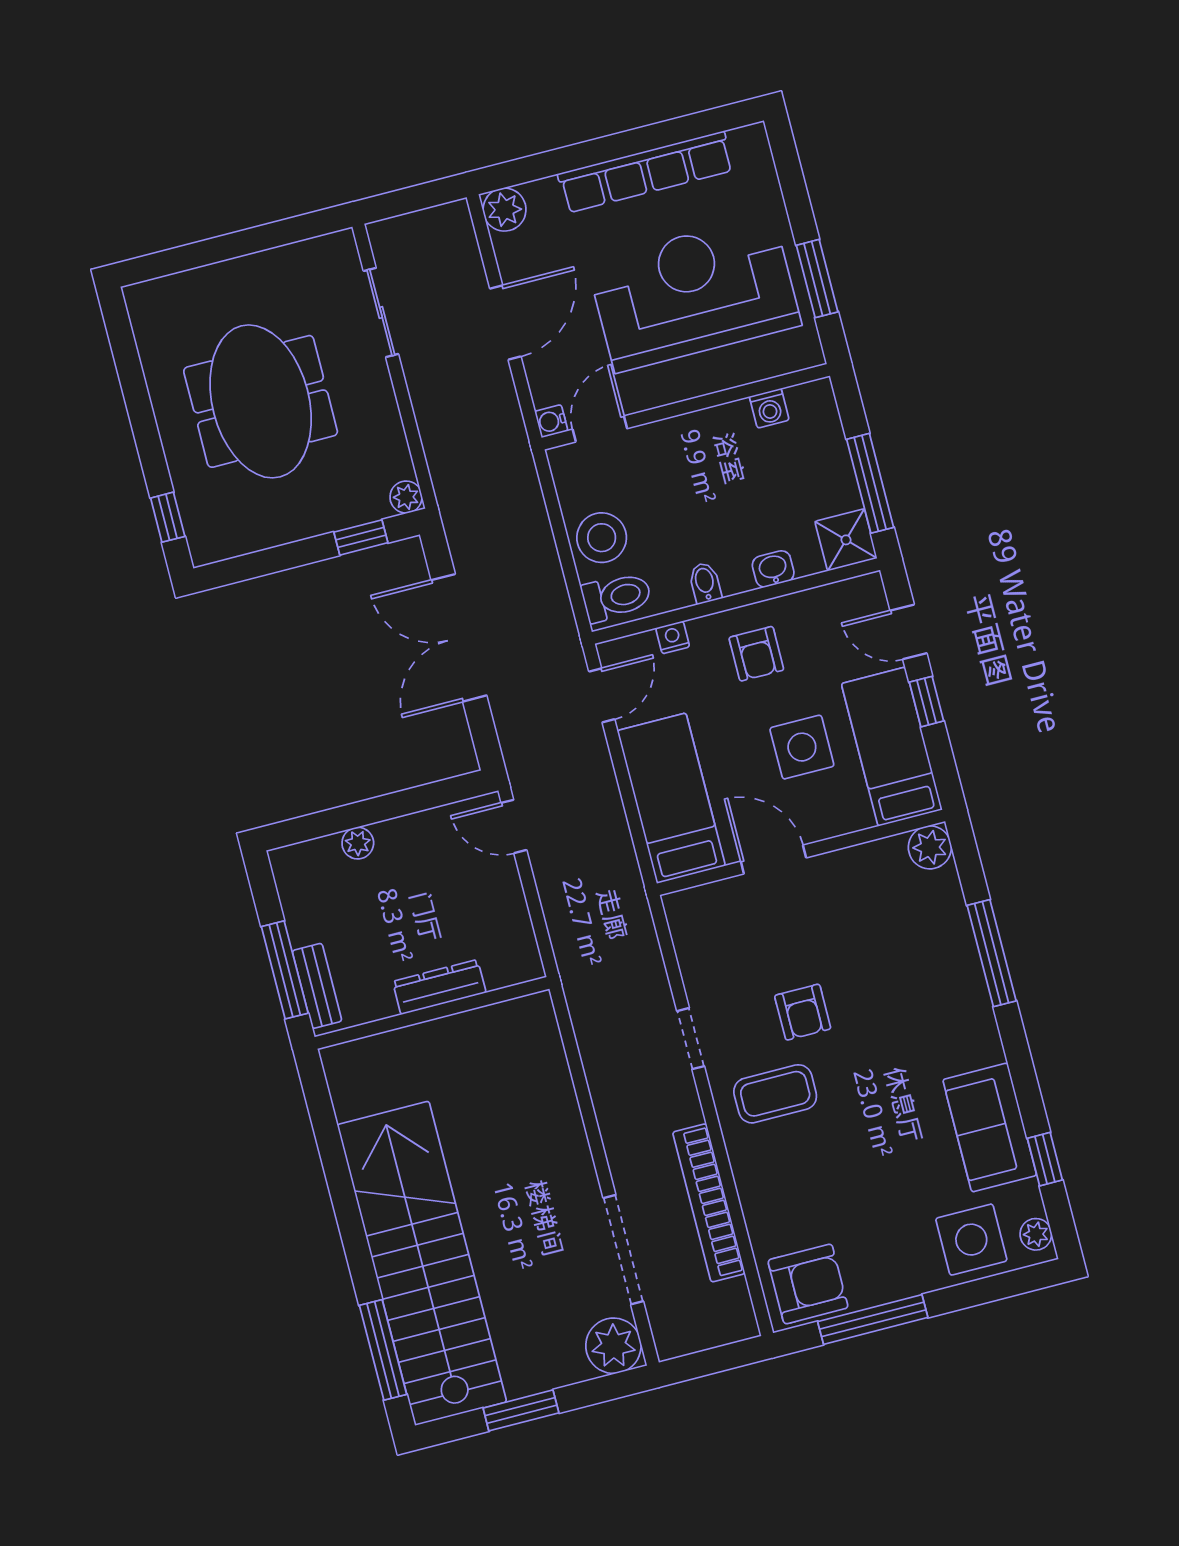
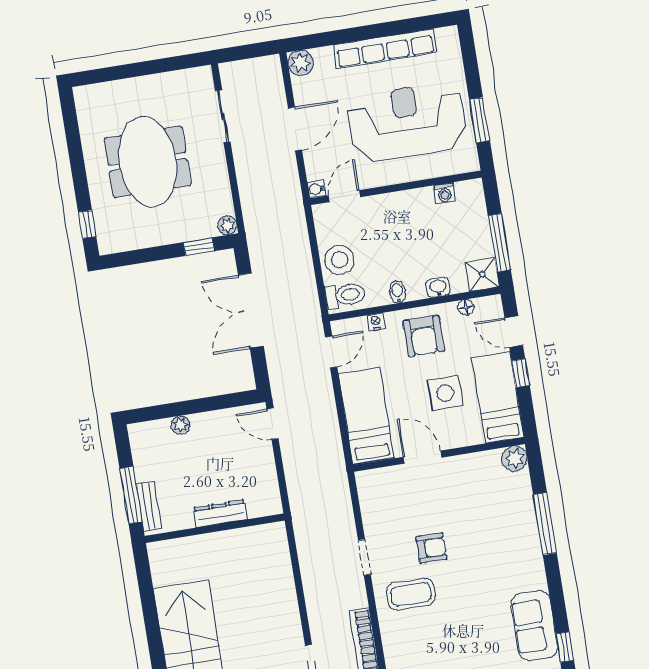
floor lamp: (823, 598) -> (466, 307), added
armchair: (756, 654) -> (424, 336), width x1.38, depth x1.38
armchair: (803, 1012) -> (431, 548), turned -90

